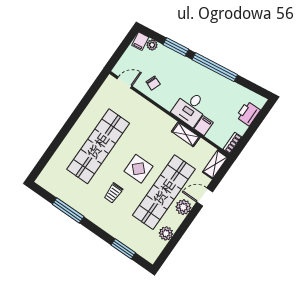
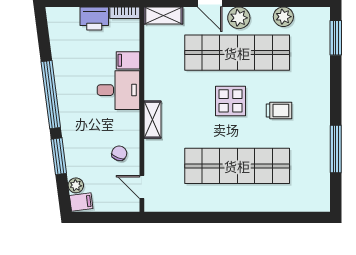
printer: (248, 113) -> (94, 19), moved
shelving: (186, 134) -> (152, 120), moved
window: (123, 249) -> (336, 38), moved

